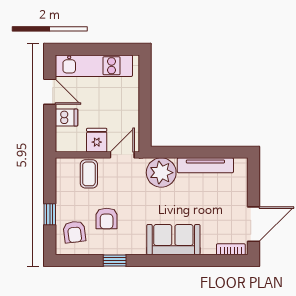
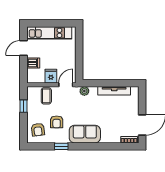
door: (50, 92) -> (24, 48), swing flipped
plant: (161, 173) -> (84, 91), width x0.53, depth x0.53
window: (50, 214) -> (24, 106), moved
sofa: (173, 240) -> (85, 134), moved

